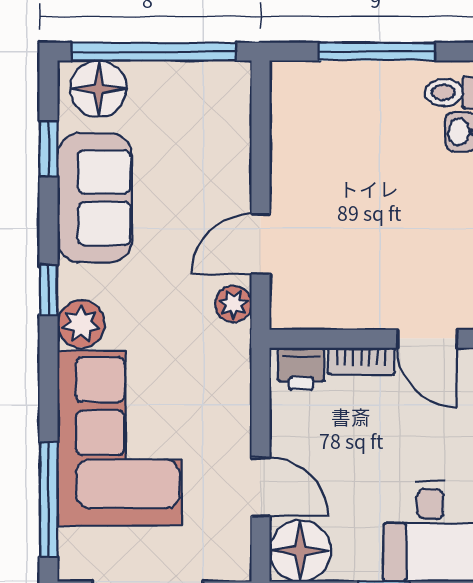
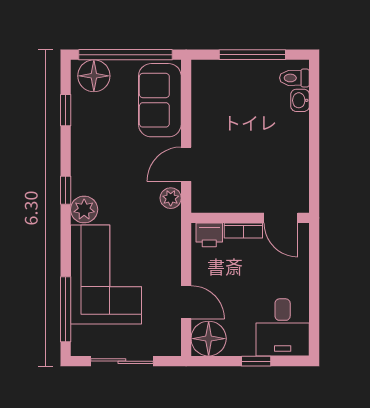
sofa: (95, 198) -> (160, 100), moved, turned 180

